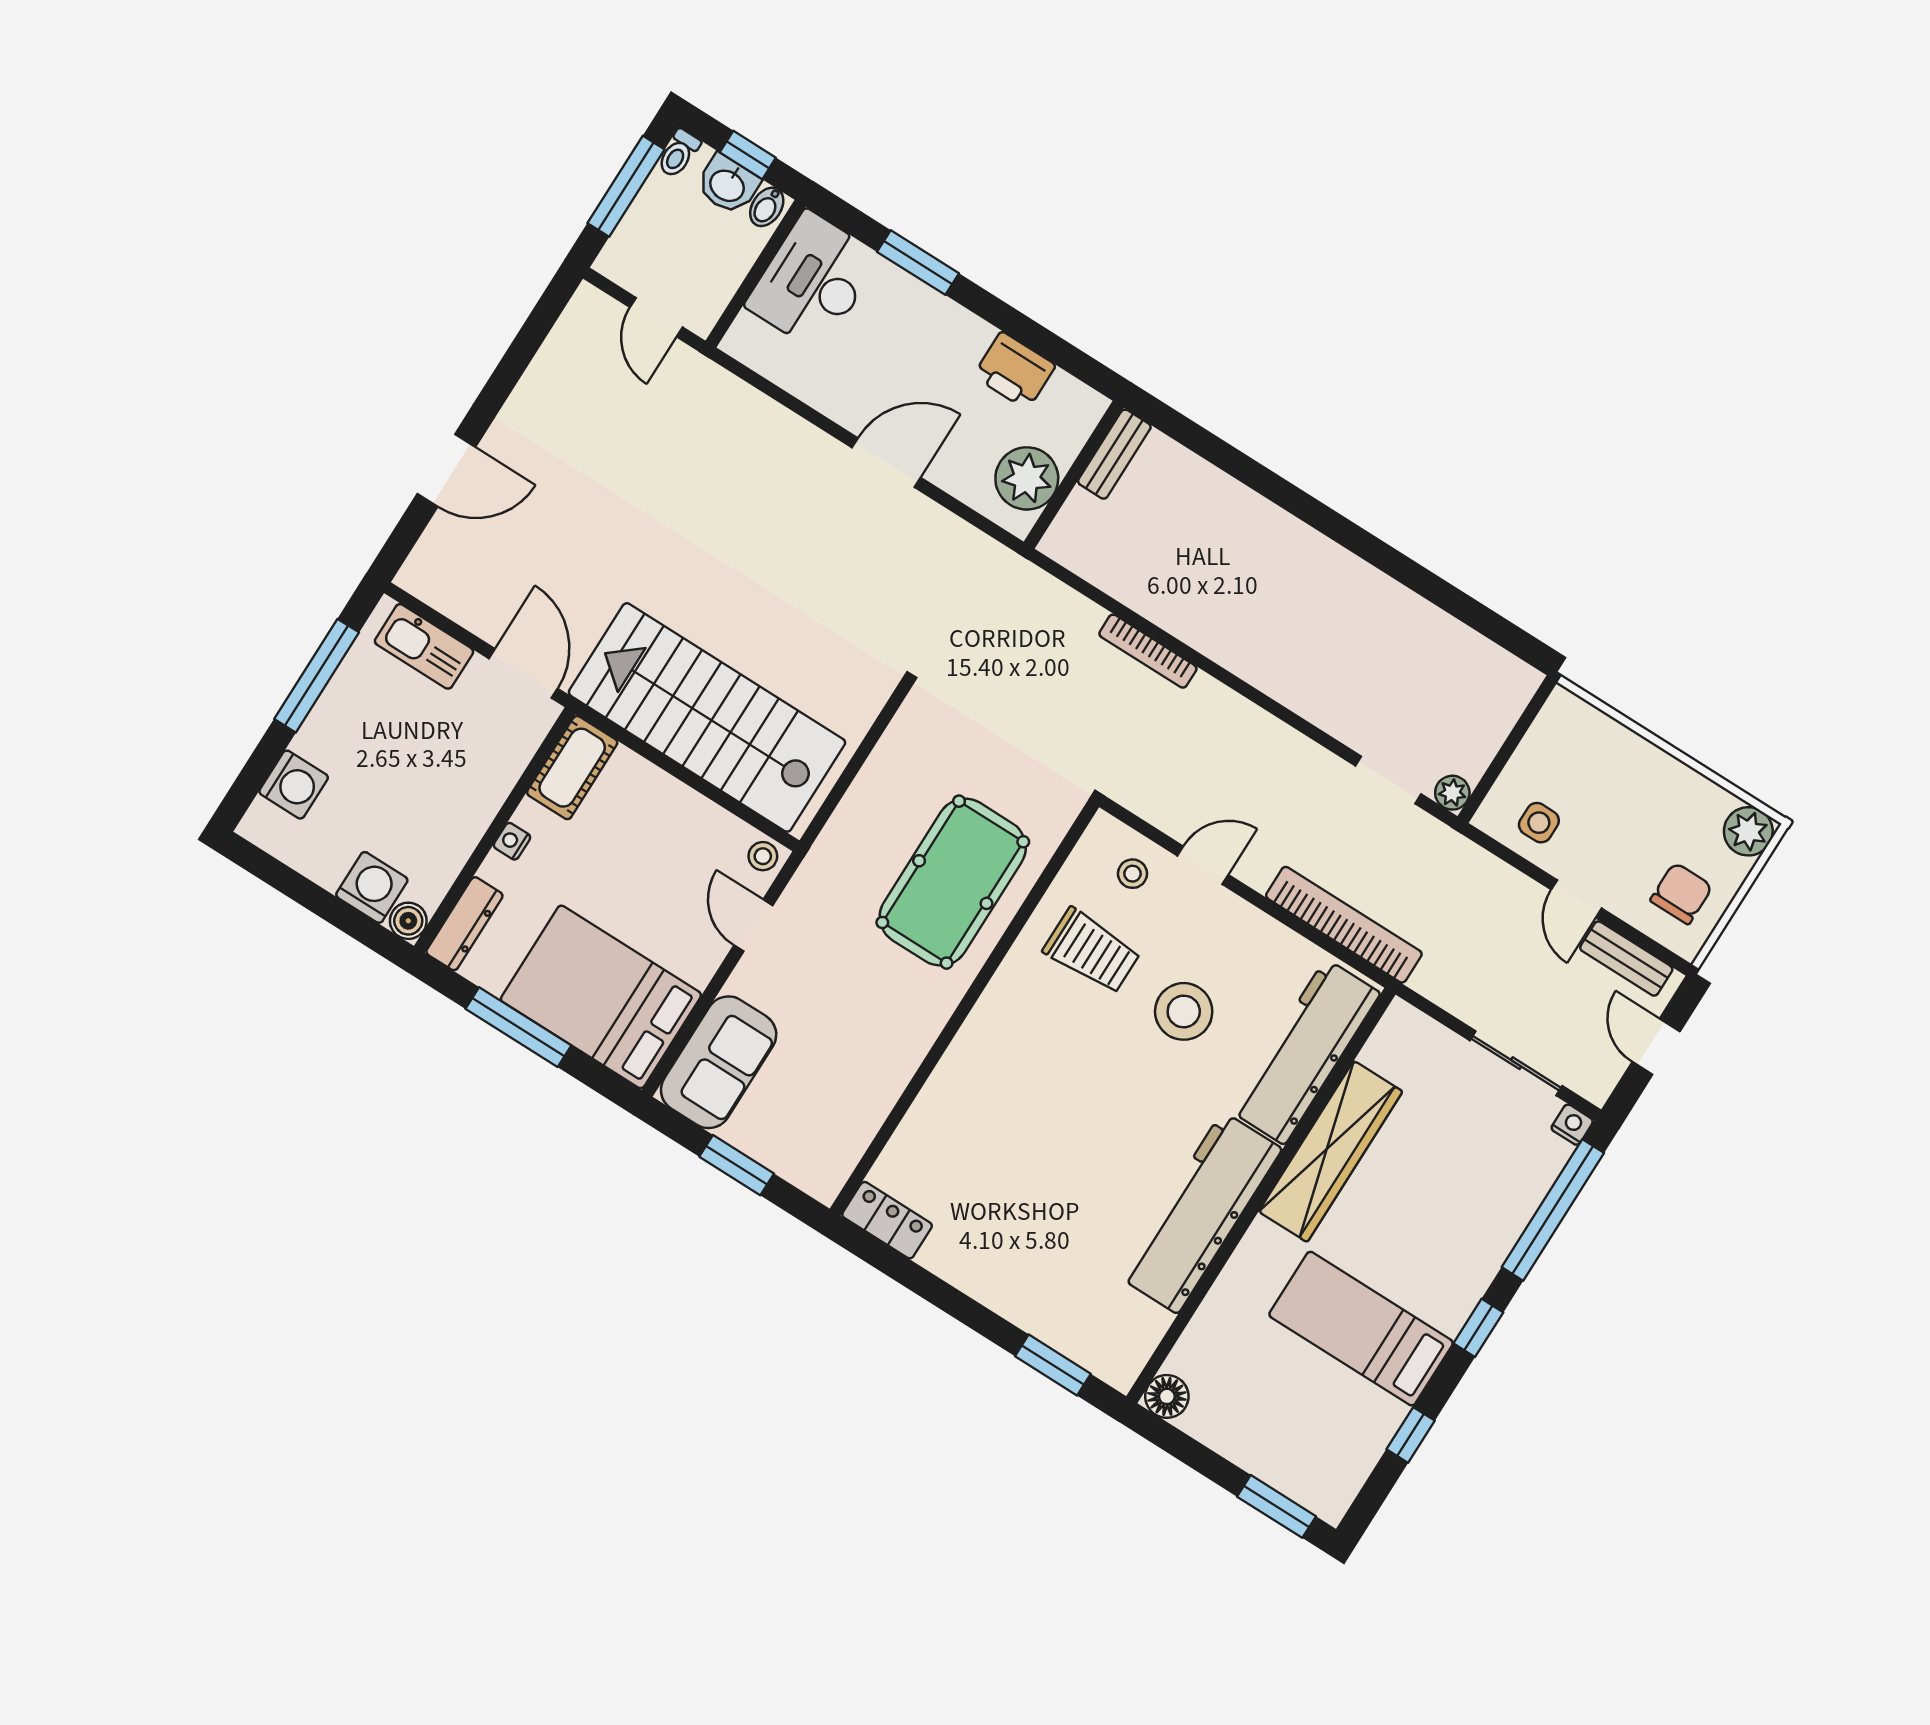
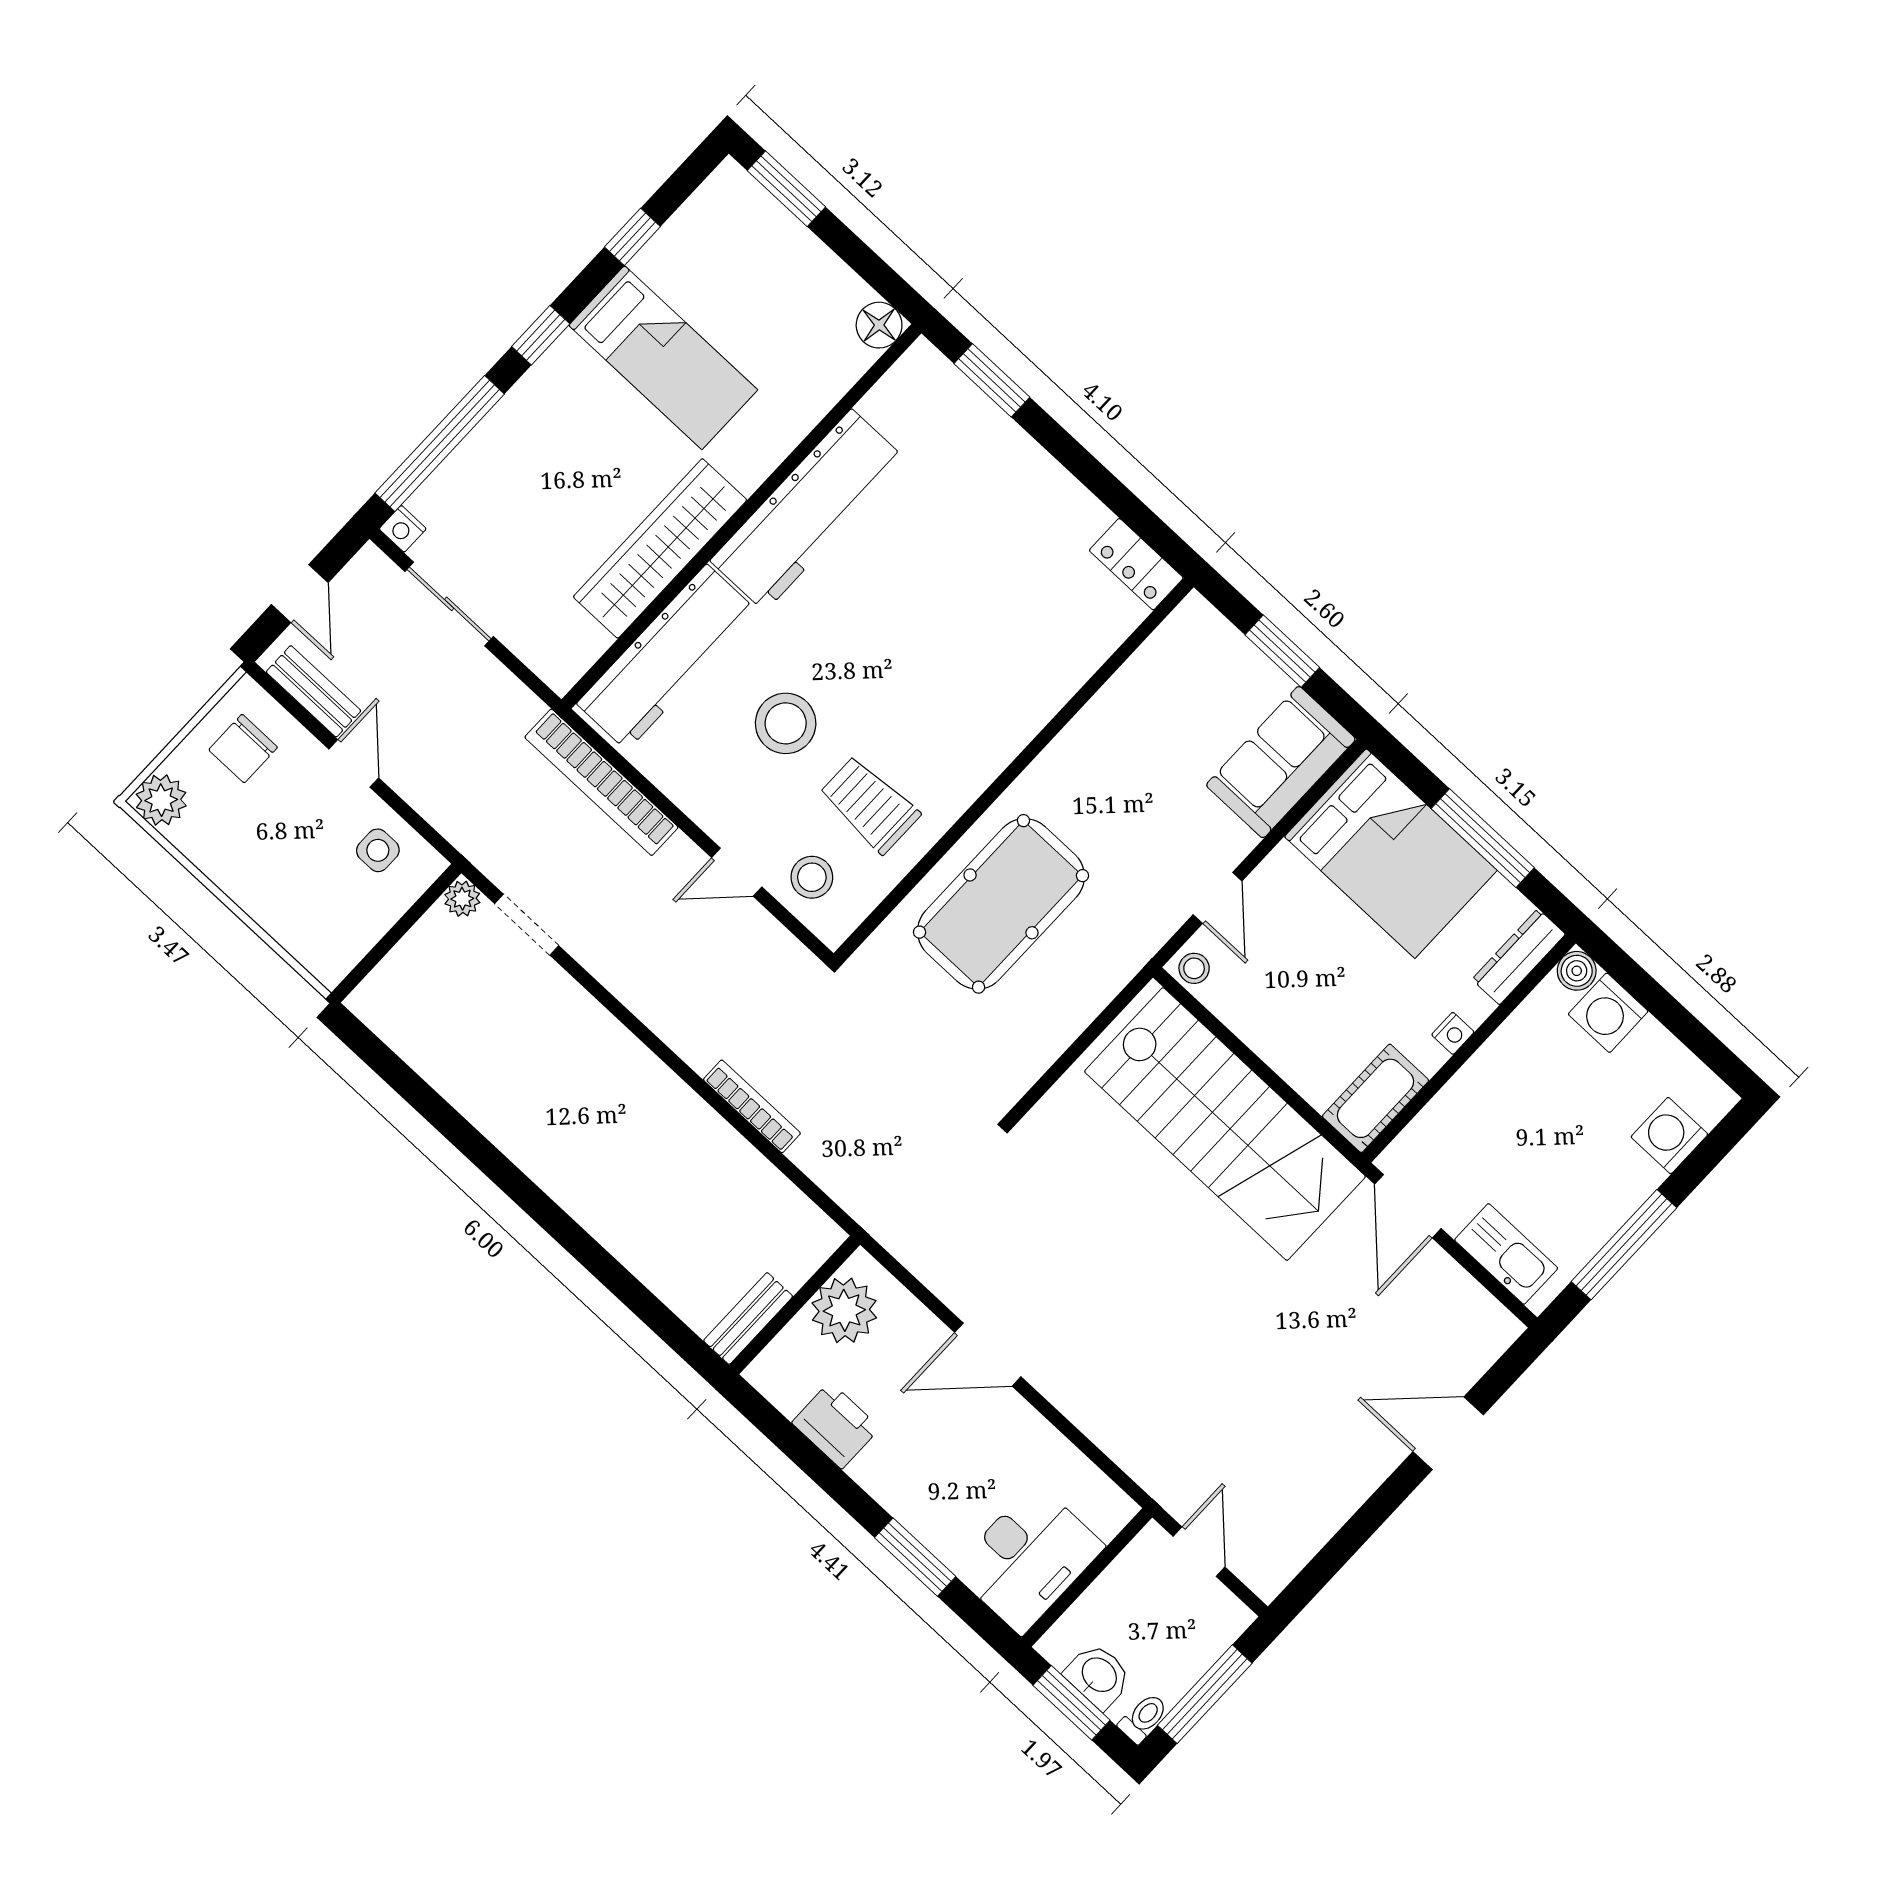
window: (748, 155) -> (1071, 1703), width x1.50
bidet: (767, 207) -> (1062, 1645), removed
stool: (1132, 874) -> (812, 877), width x1.37, depth x1.37

